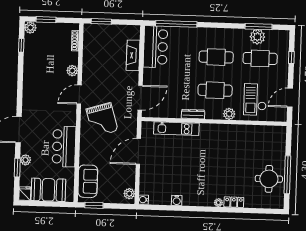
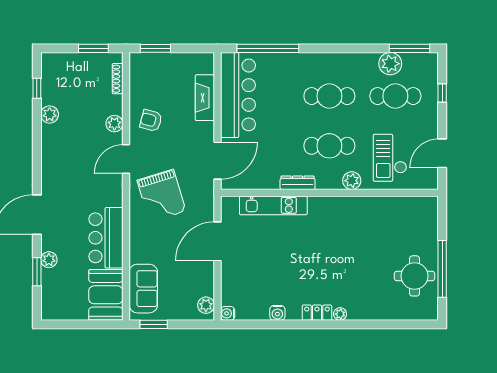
window: (46, 20) -> (93, 48), moved
window: (259, 27) -> (409, 48), moved
plant: (30, 28) -> (50, 114), moved
bar counter: (155, 47) -> (238, 95), width x1.36
armchair: (97, 69) -> (151, 120), added
booth: (48, 190) -> (106, 295), moved, turned 90
fridge: (25, 194) -> (49, 310), removed
locker: (234, 202) -> (317, 313), moved

